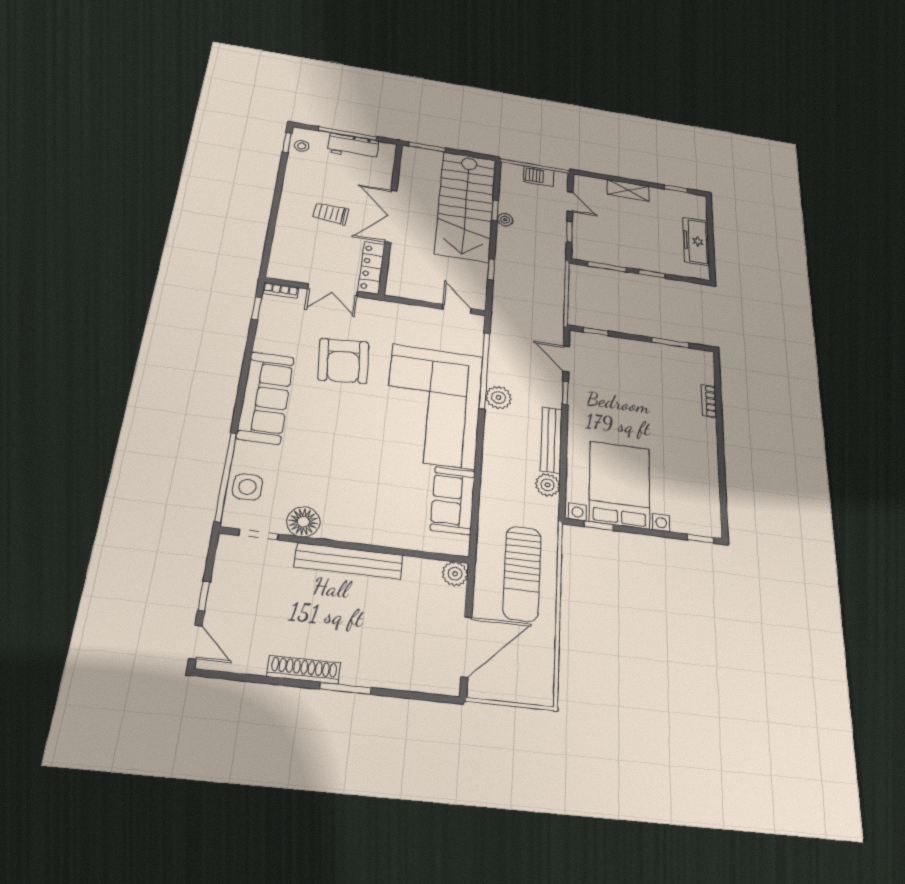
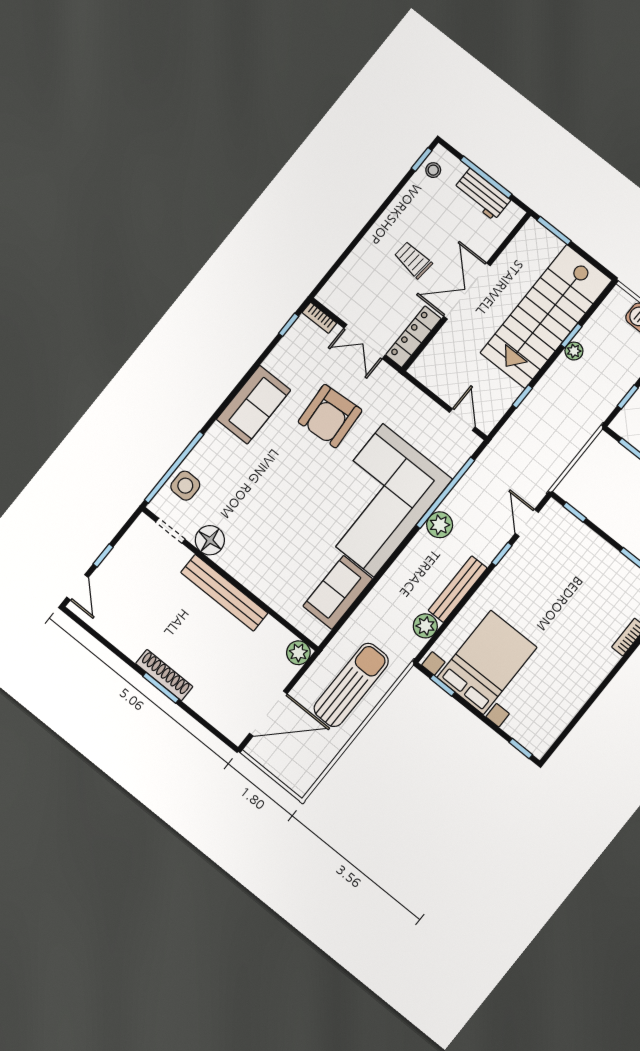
sofa: (266, 397) -> (254, 405), width x0.73
sun lounger: (522, 573) -> (351, 685), turned 180
shoe rack: (304, 670) -> (164, 675), moved

